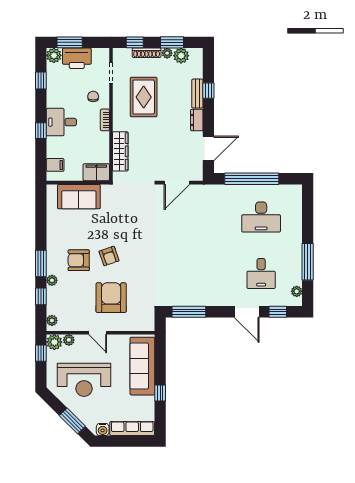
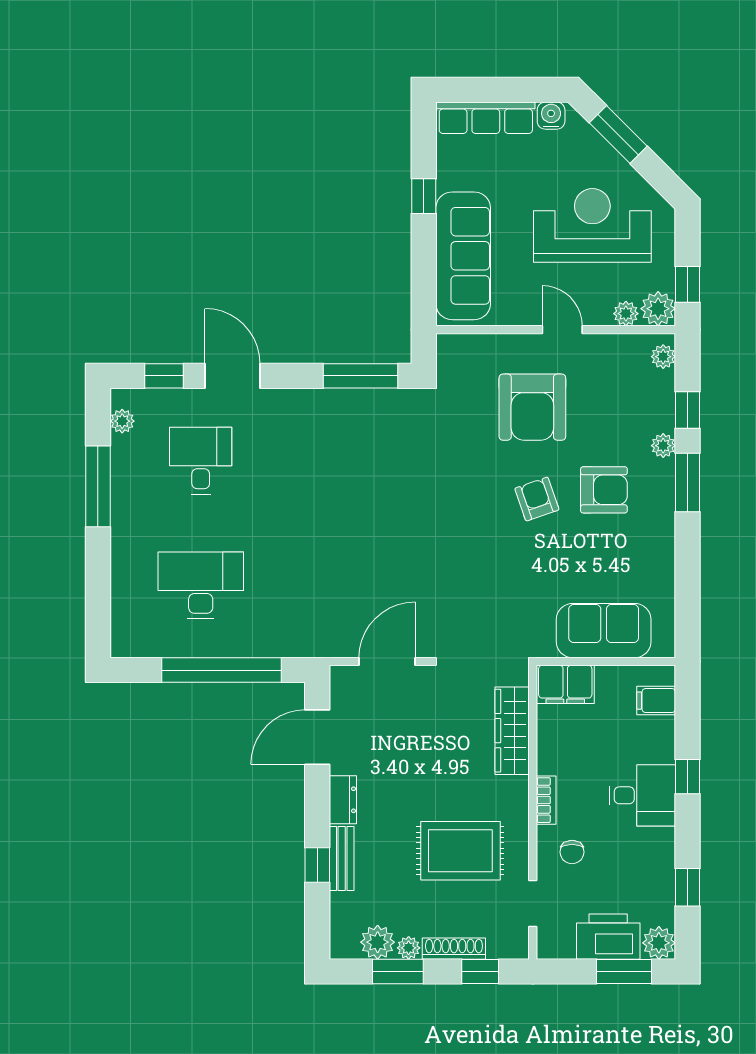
rug: (144, 97) -> (460, 851), turned 90

